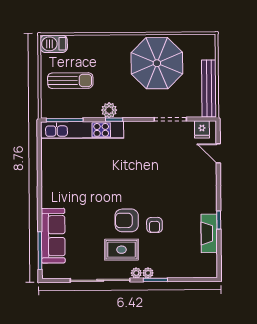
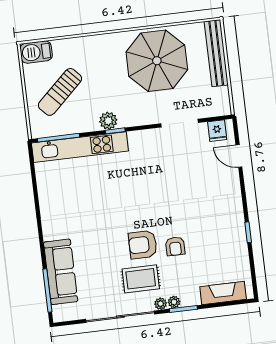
sun lounger: (70, 81) -> (60, 92), turned 137
bench: (209, 89) -> (216, 53), moved
fireplace: (209, 233) -> (223, 293), moved, turned 90

